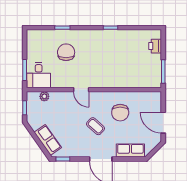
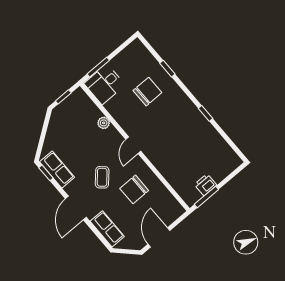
printer: (155, 46) -> (205, 185), moved
door: (81, 90) -> (133, 145), moved
plant: (44, 96) -> (104, 123), moved
row of seats: (48, 140) -> (57, 170), moved, turned -55

